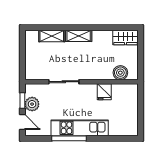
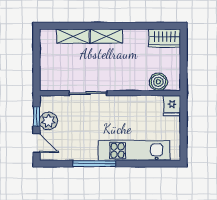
fridge: (104, 92) -> (172, 106), moved
kitchen unit: (80, 128) -> (134, 150), moved

